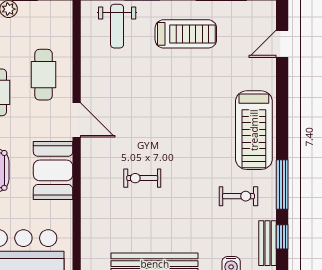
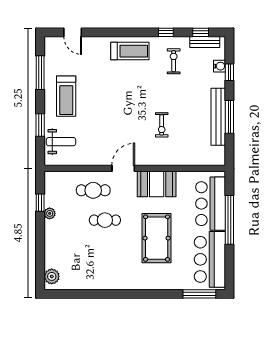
treadmill: (186, 34) -> (66, 96), turned 180
treadmill: (254, 130) -> (130, 51), width x0.73, depth x0.73
window: (282, 185) -> (166, 32), width x0.46

